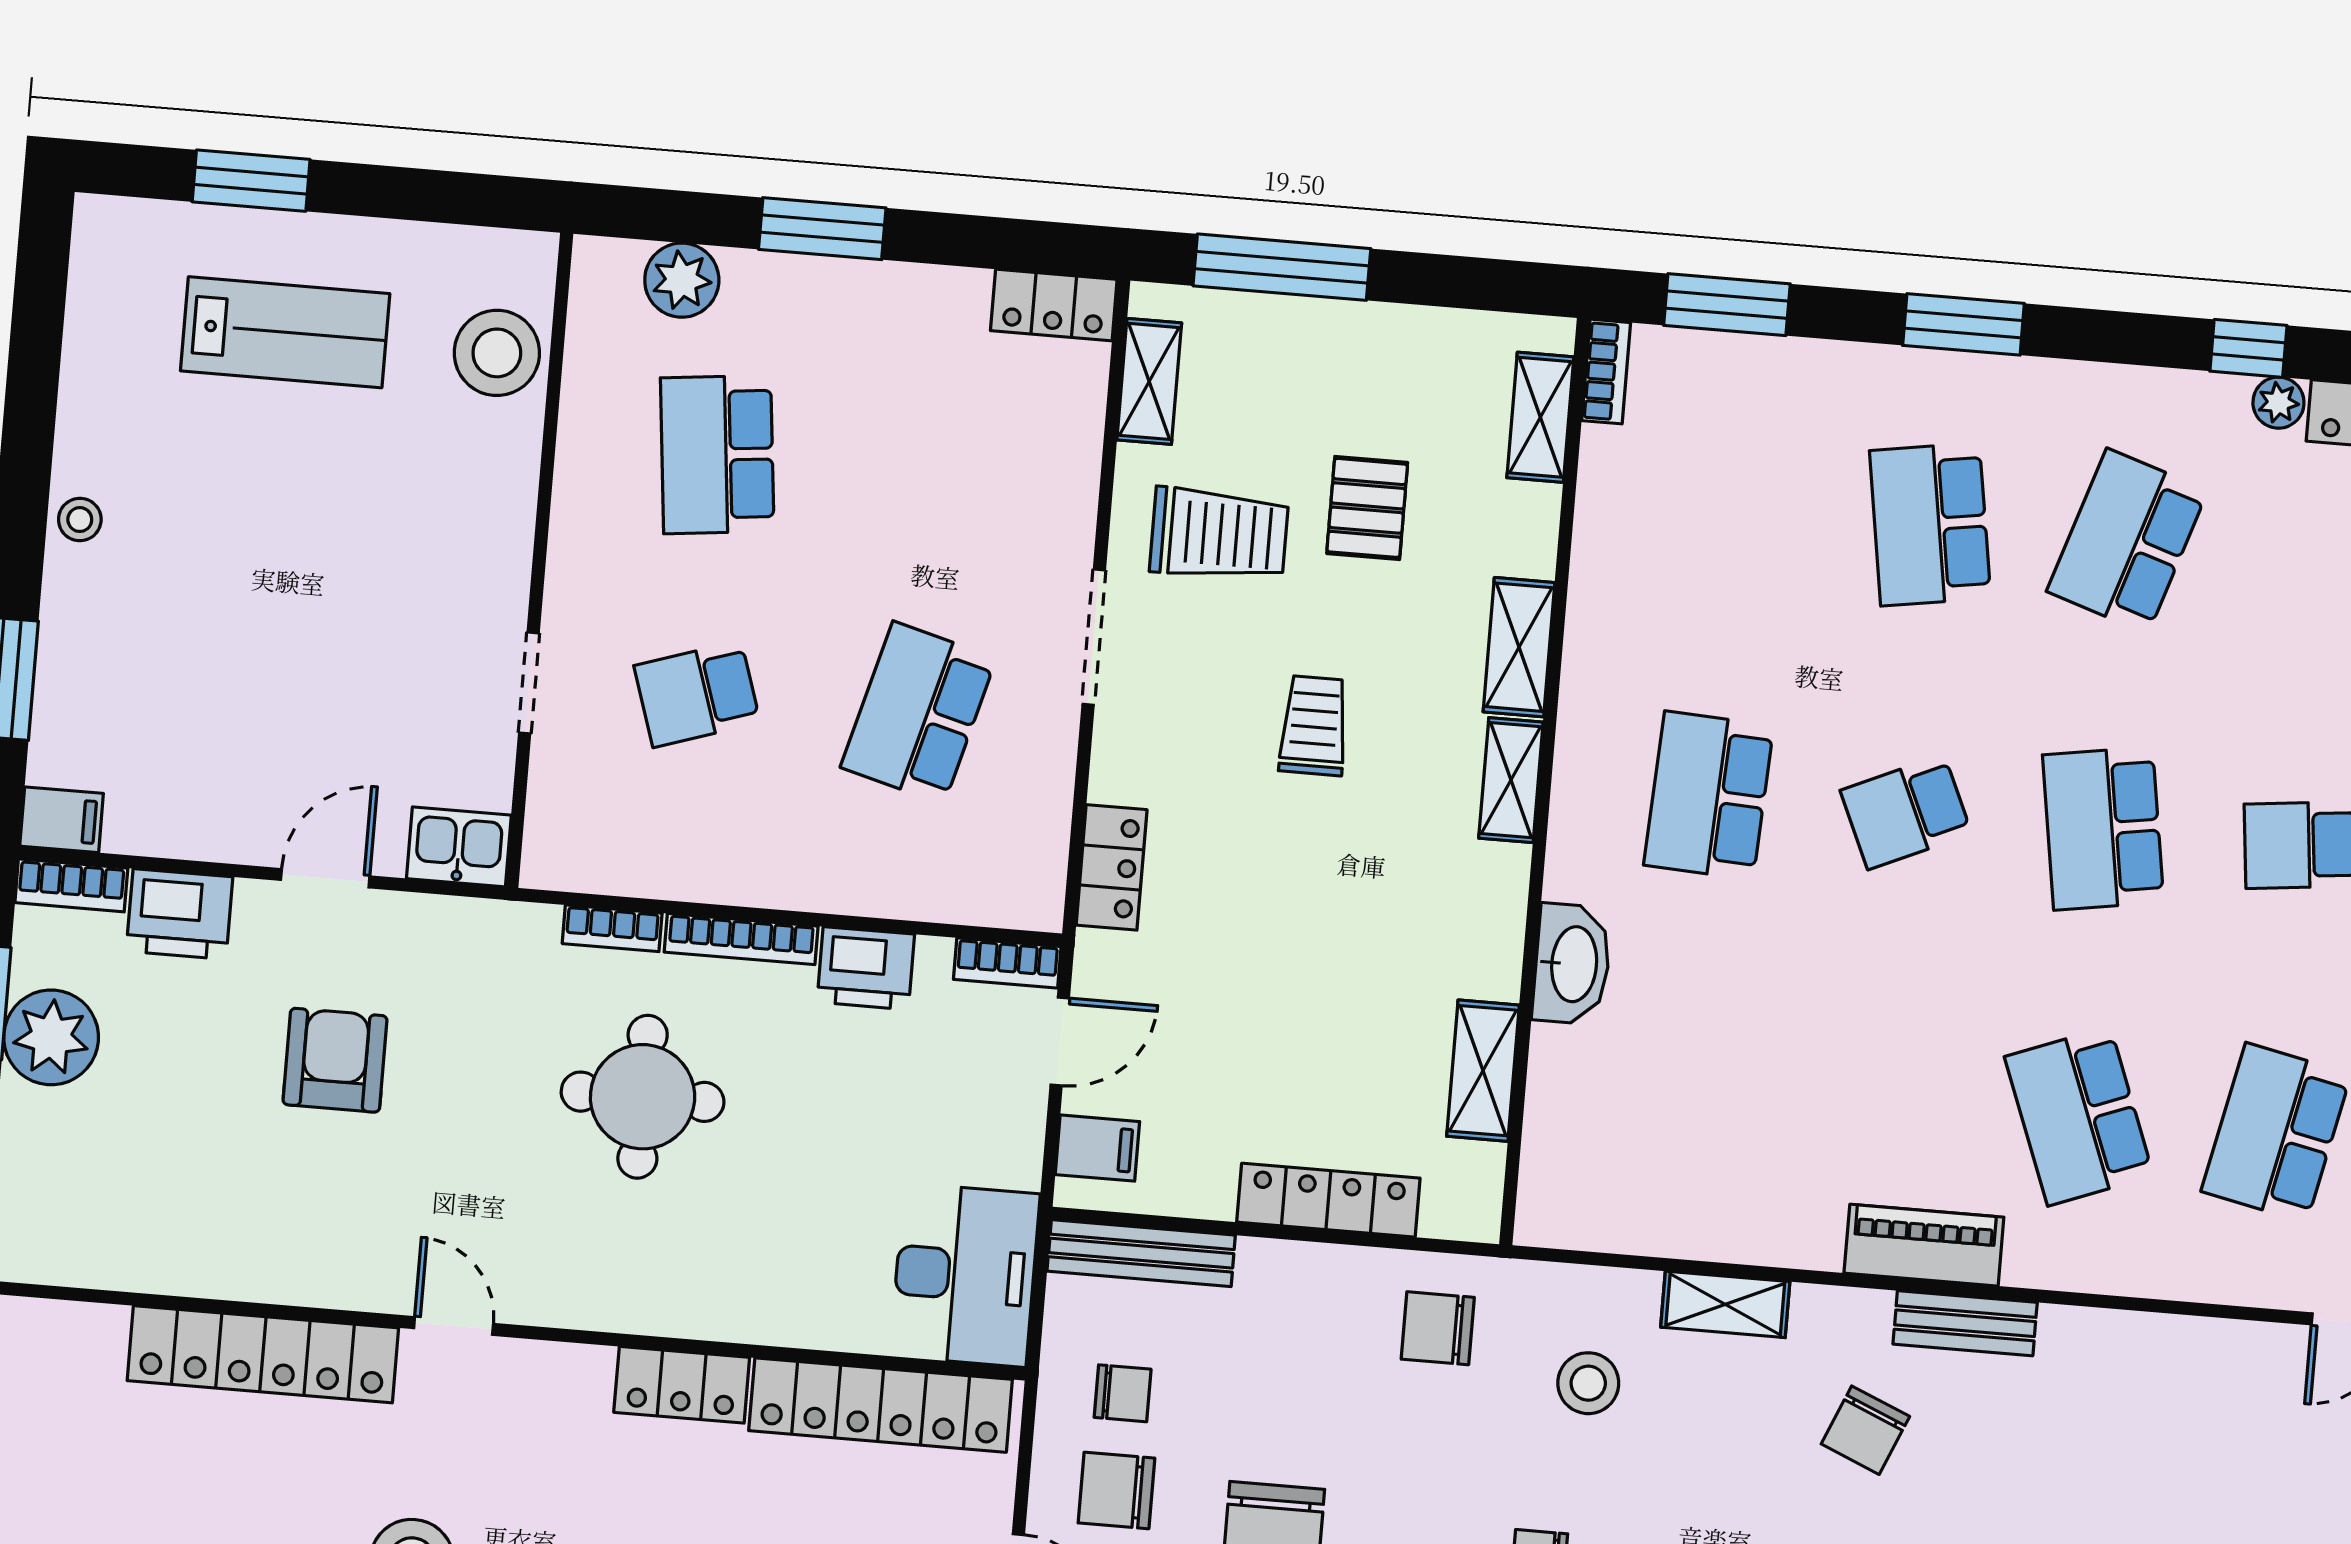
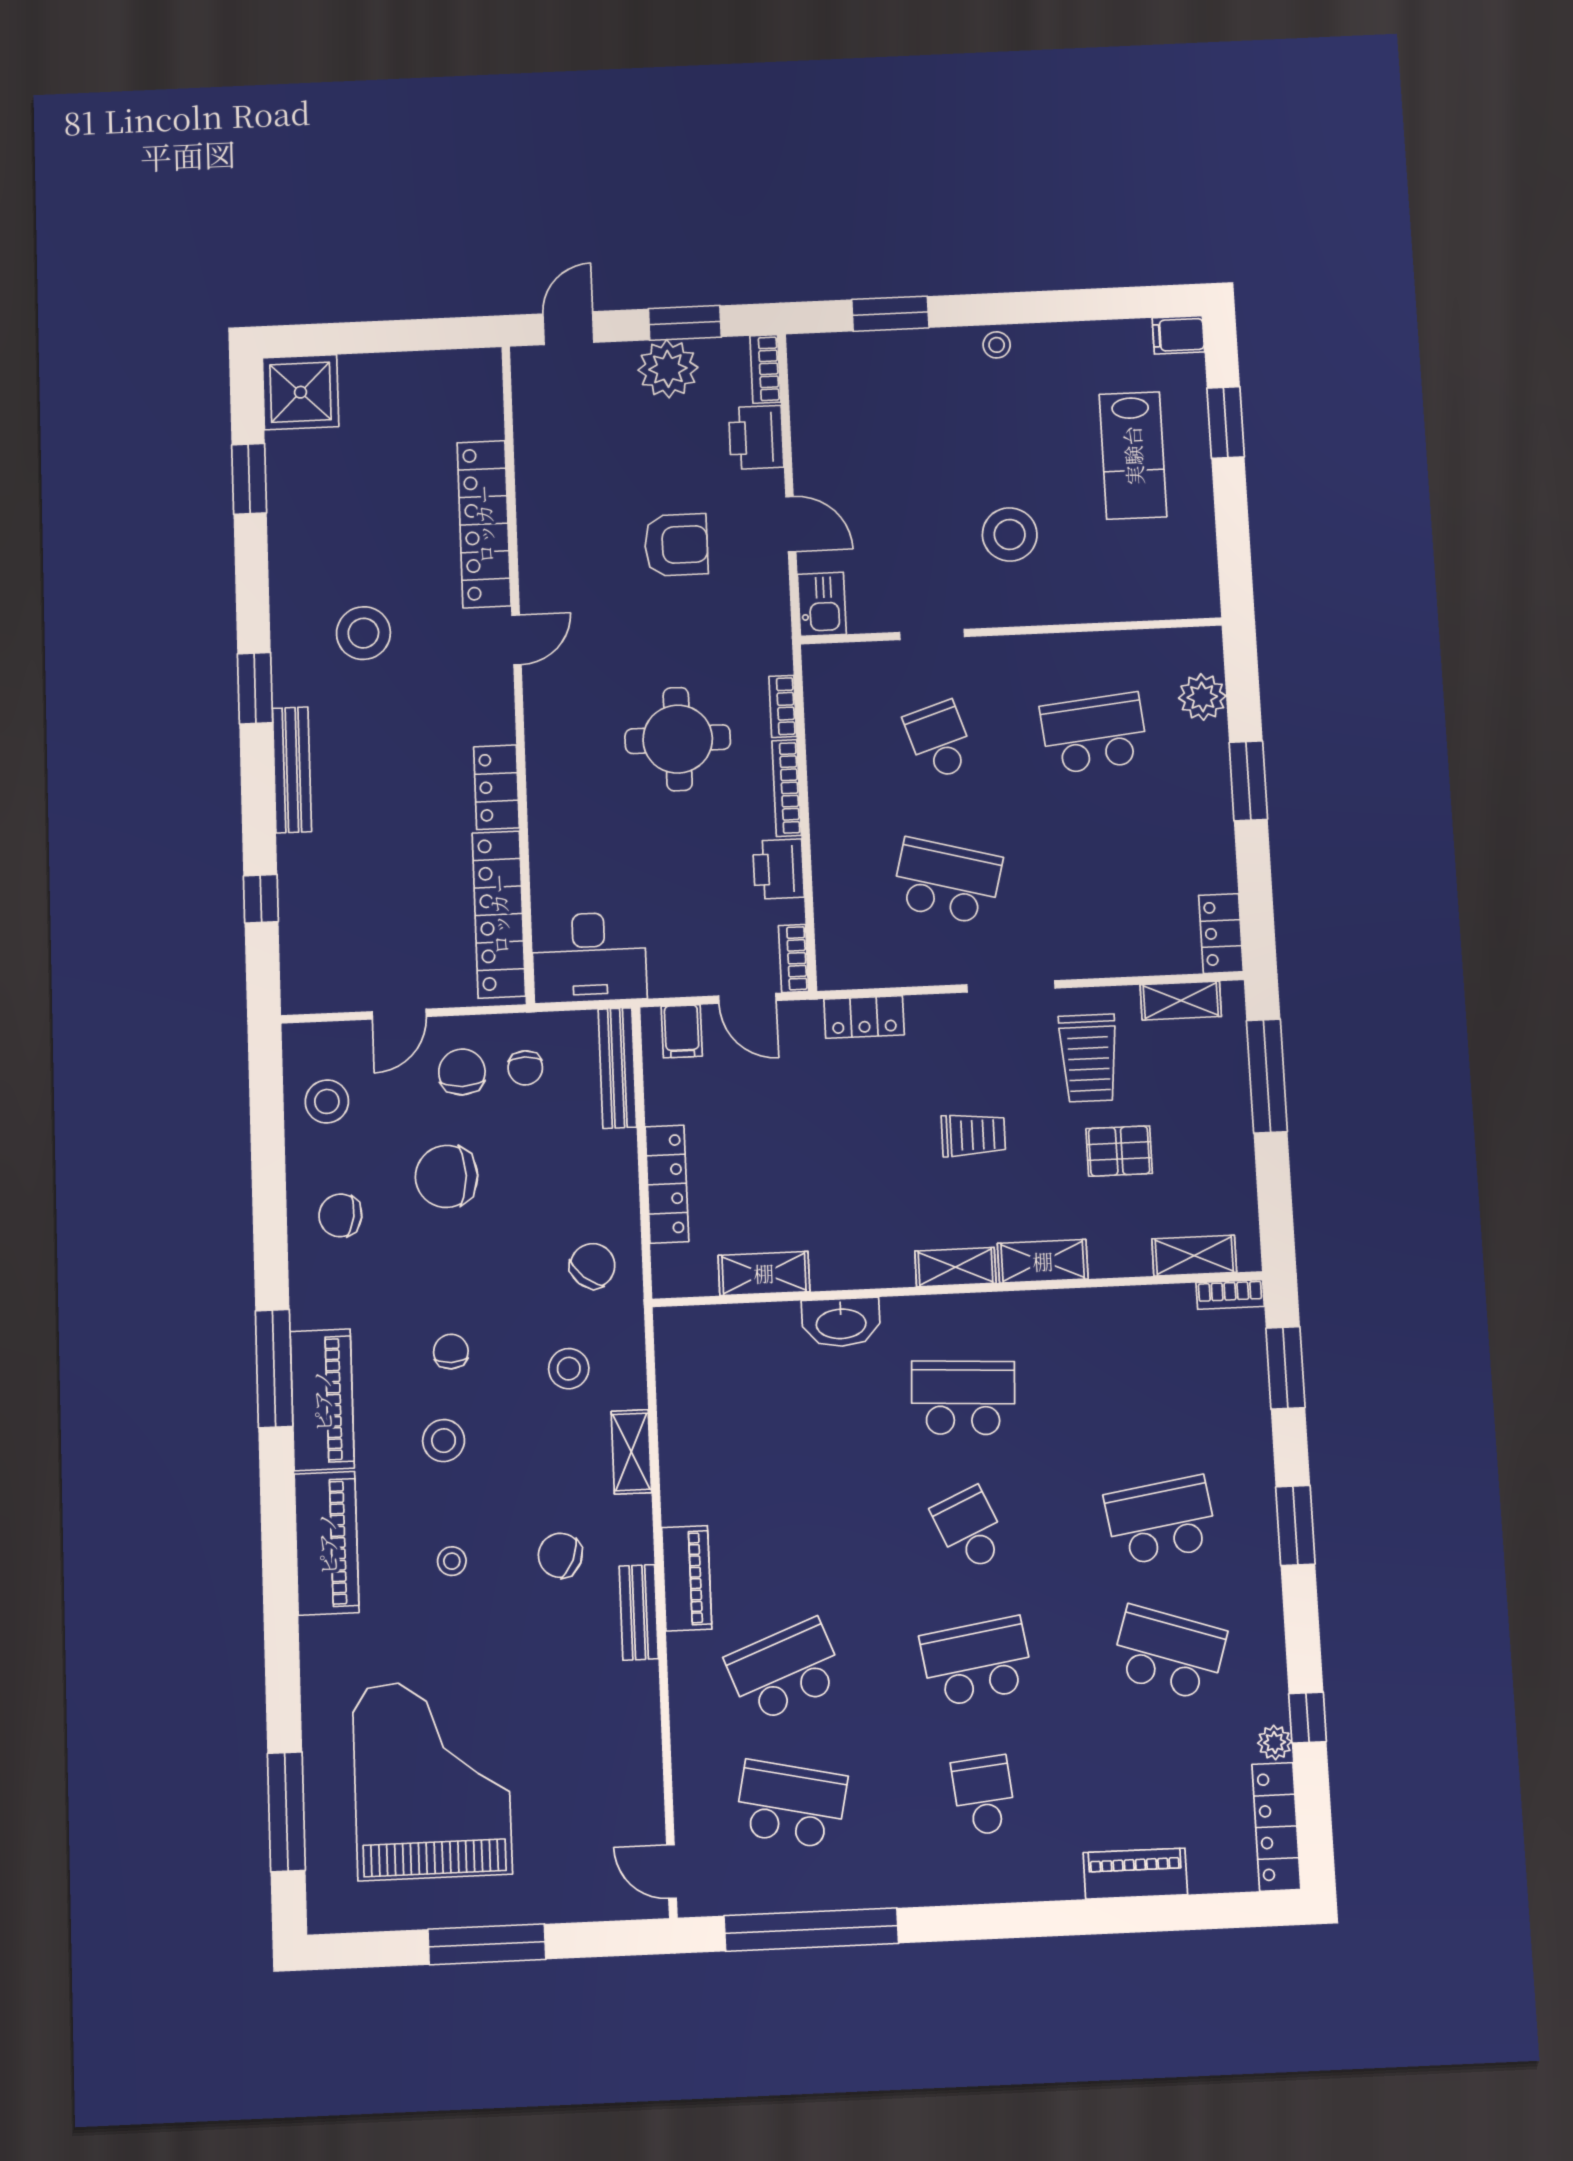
stool: (497, 353) -> (1010, 534), moved
filing cabinet: (62, 820) -> (1178, 335), moved, turned 90
chair: (1438, 1328) -> (592, 1266), turned 40

